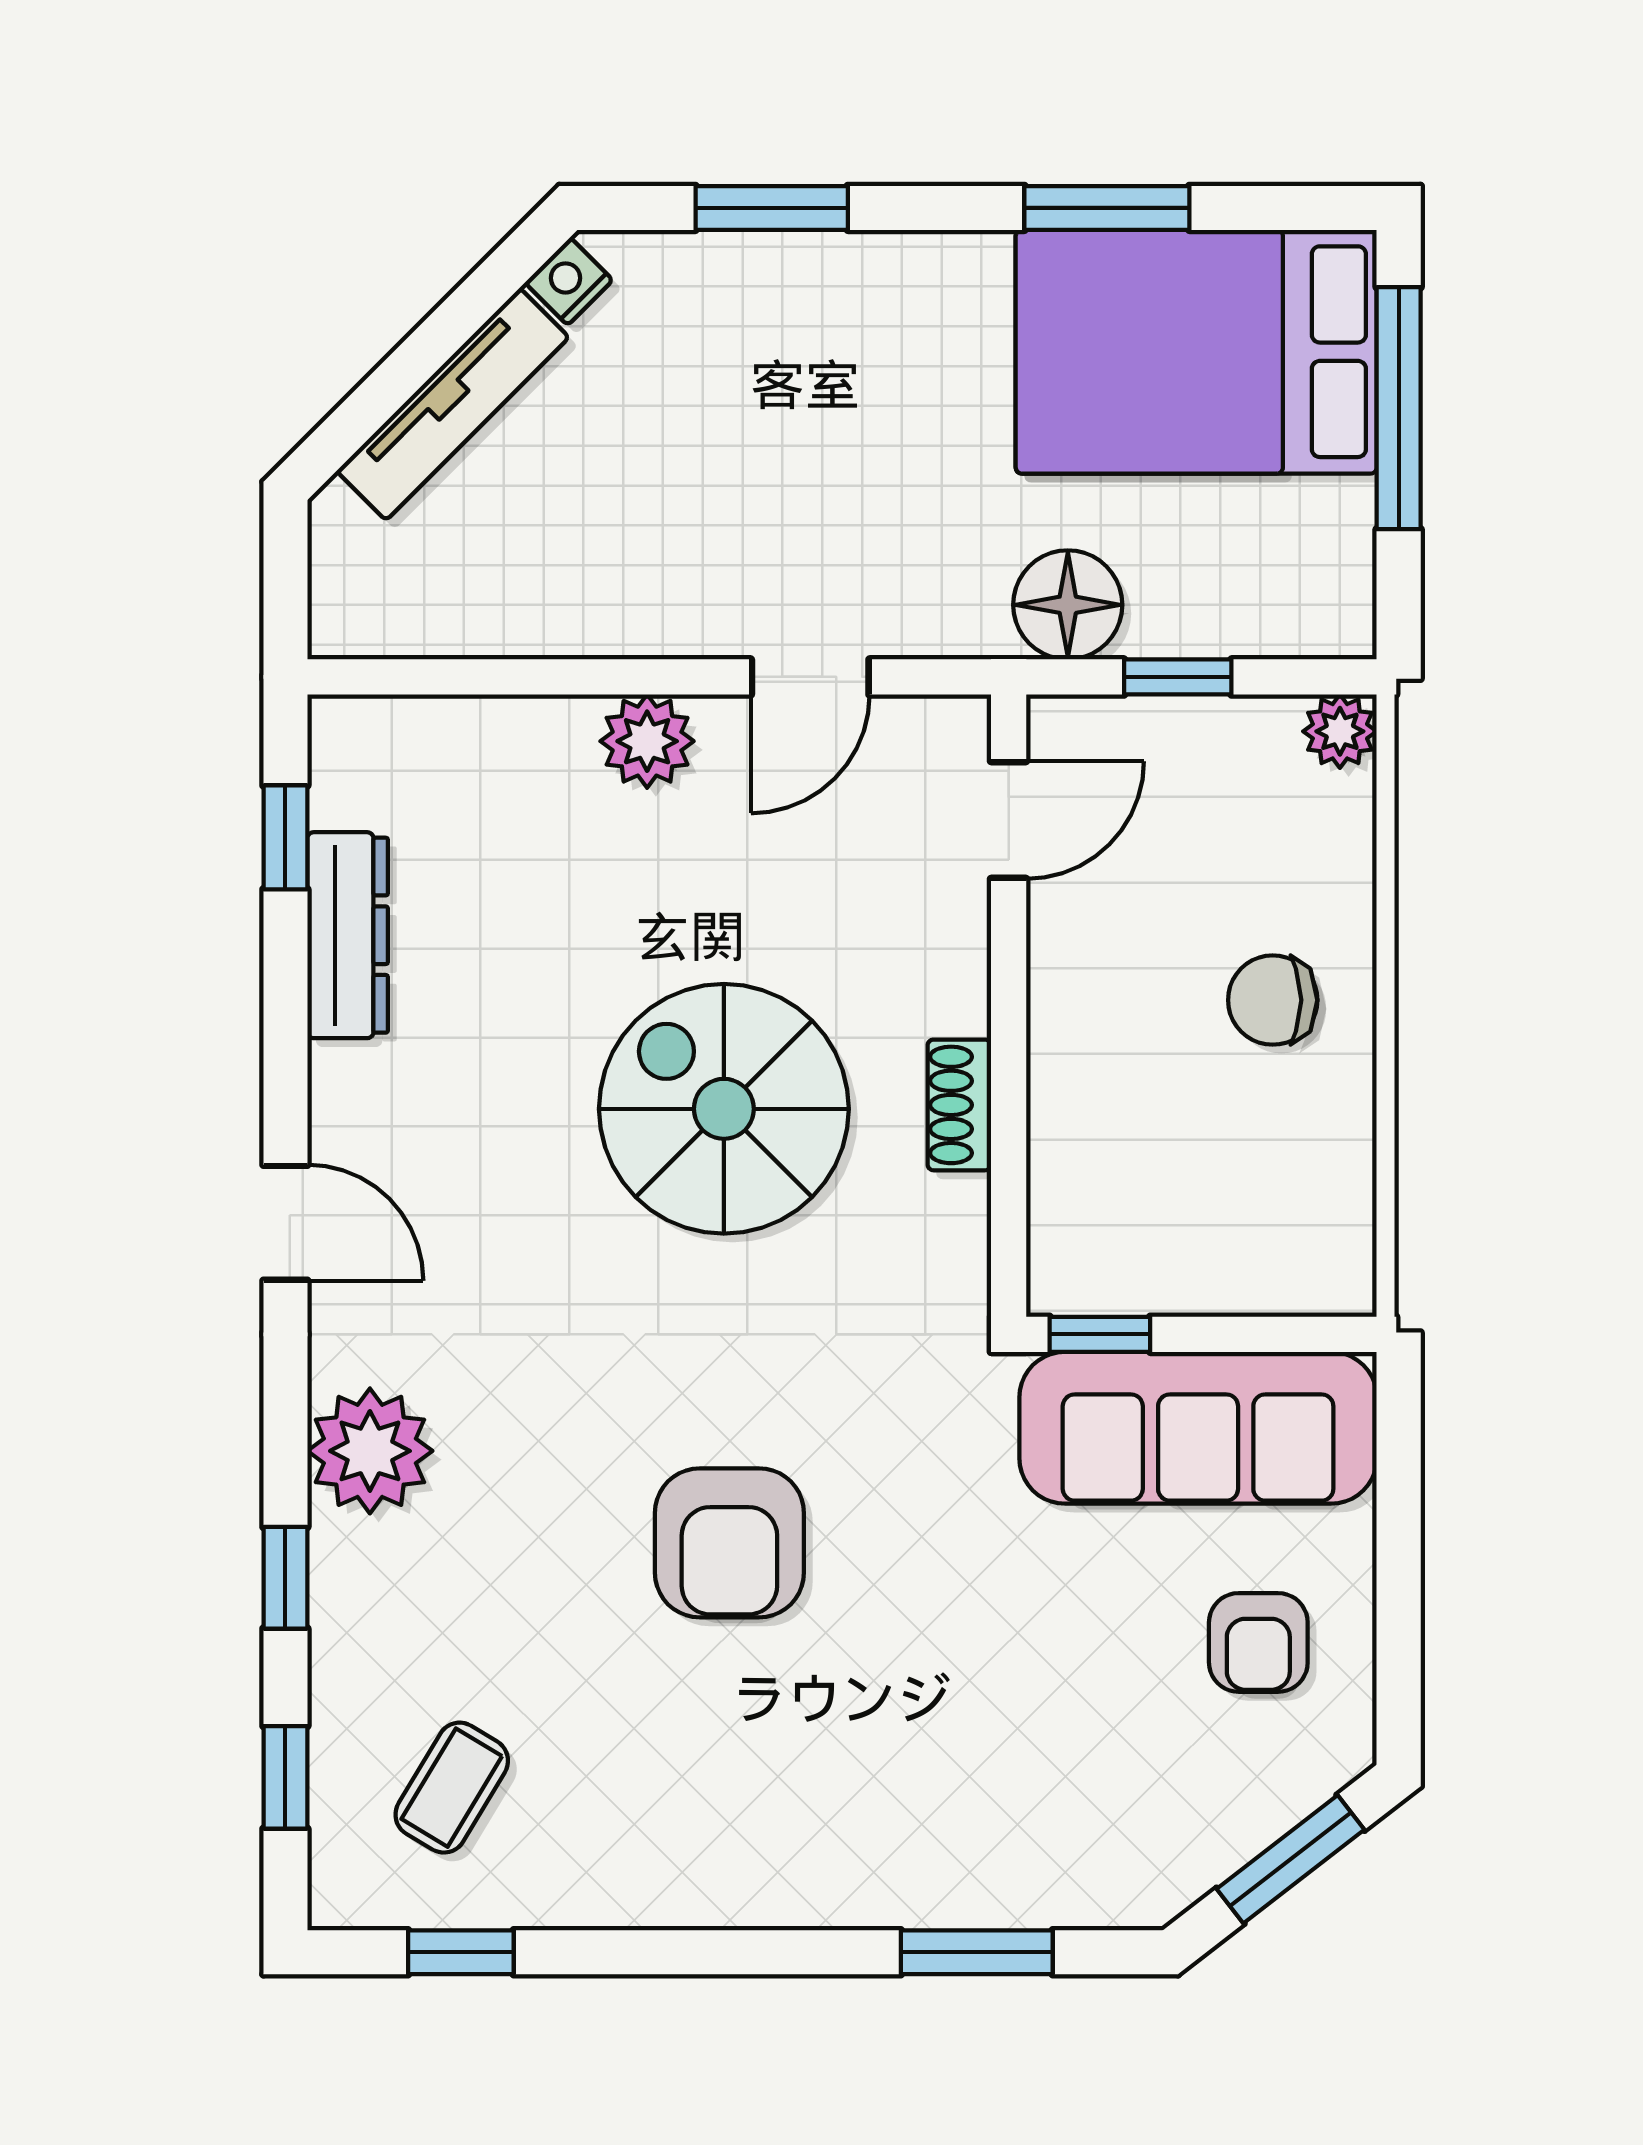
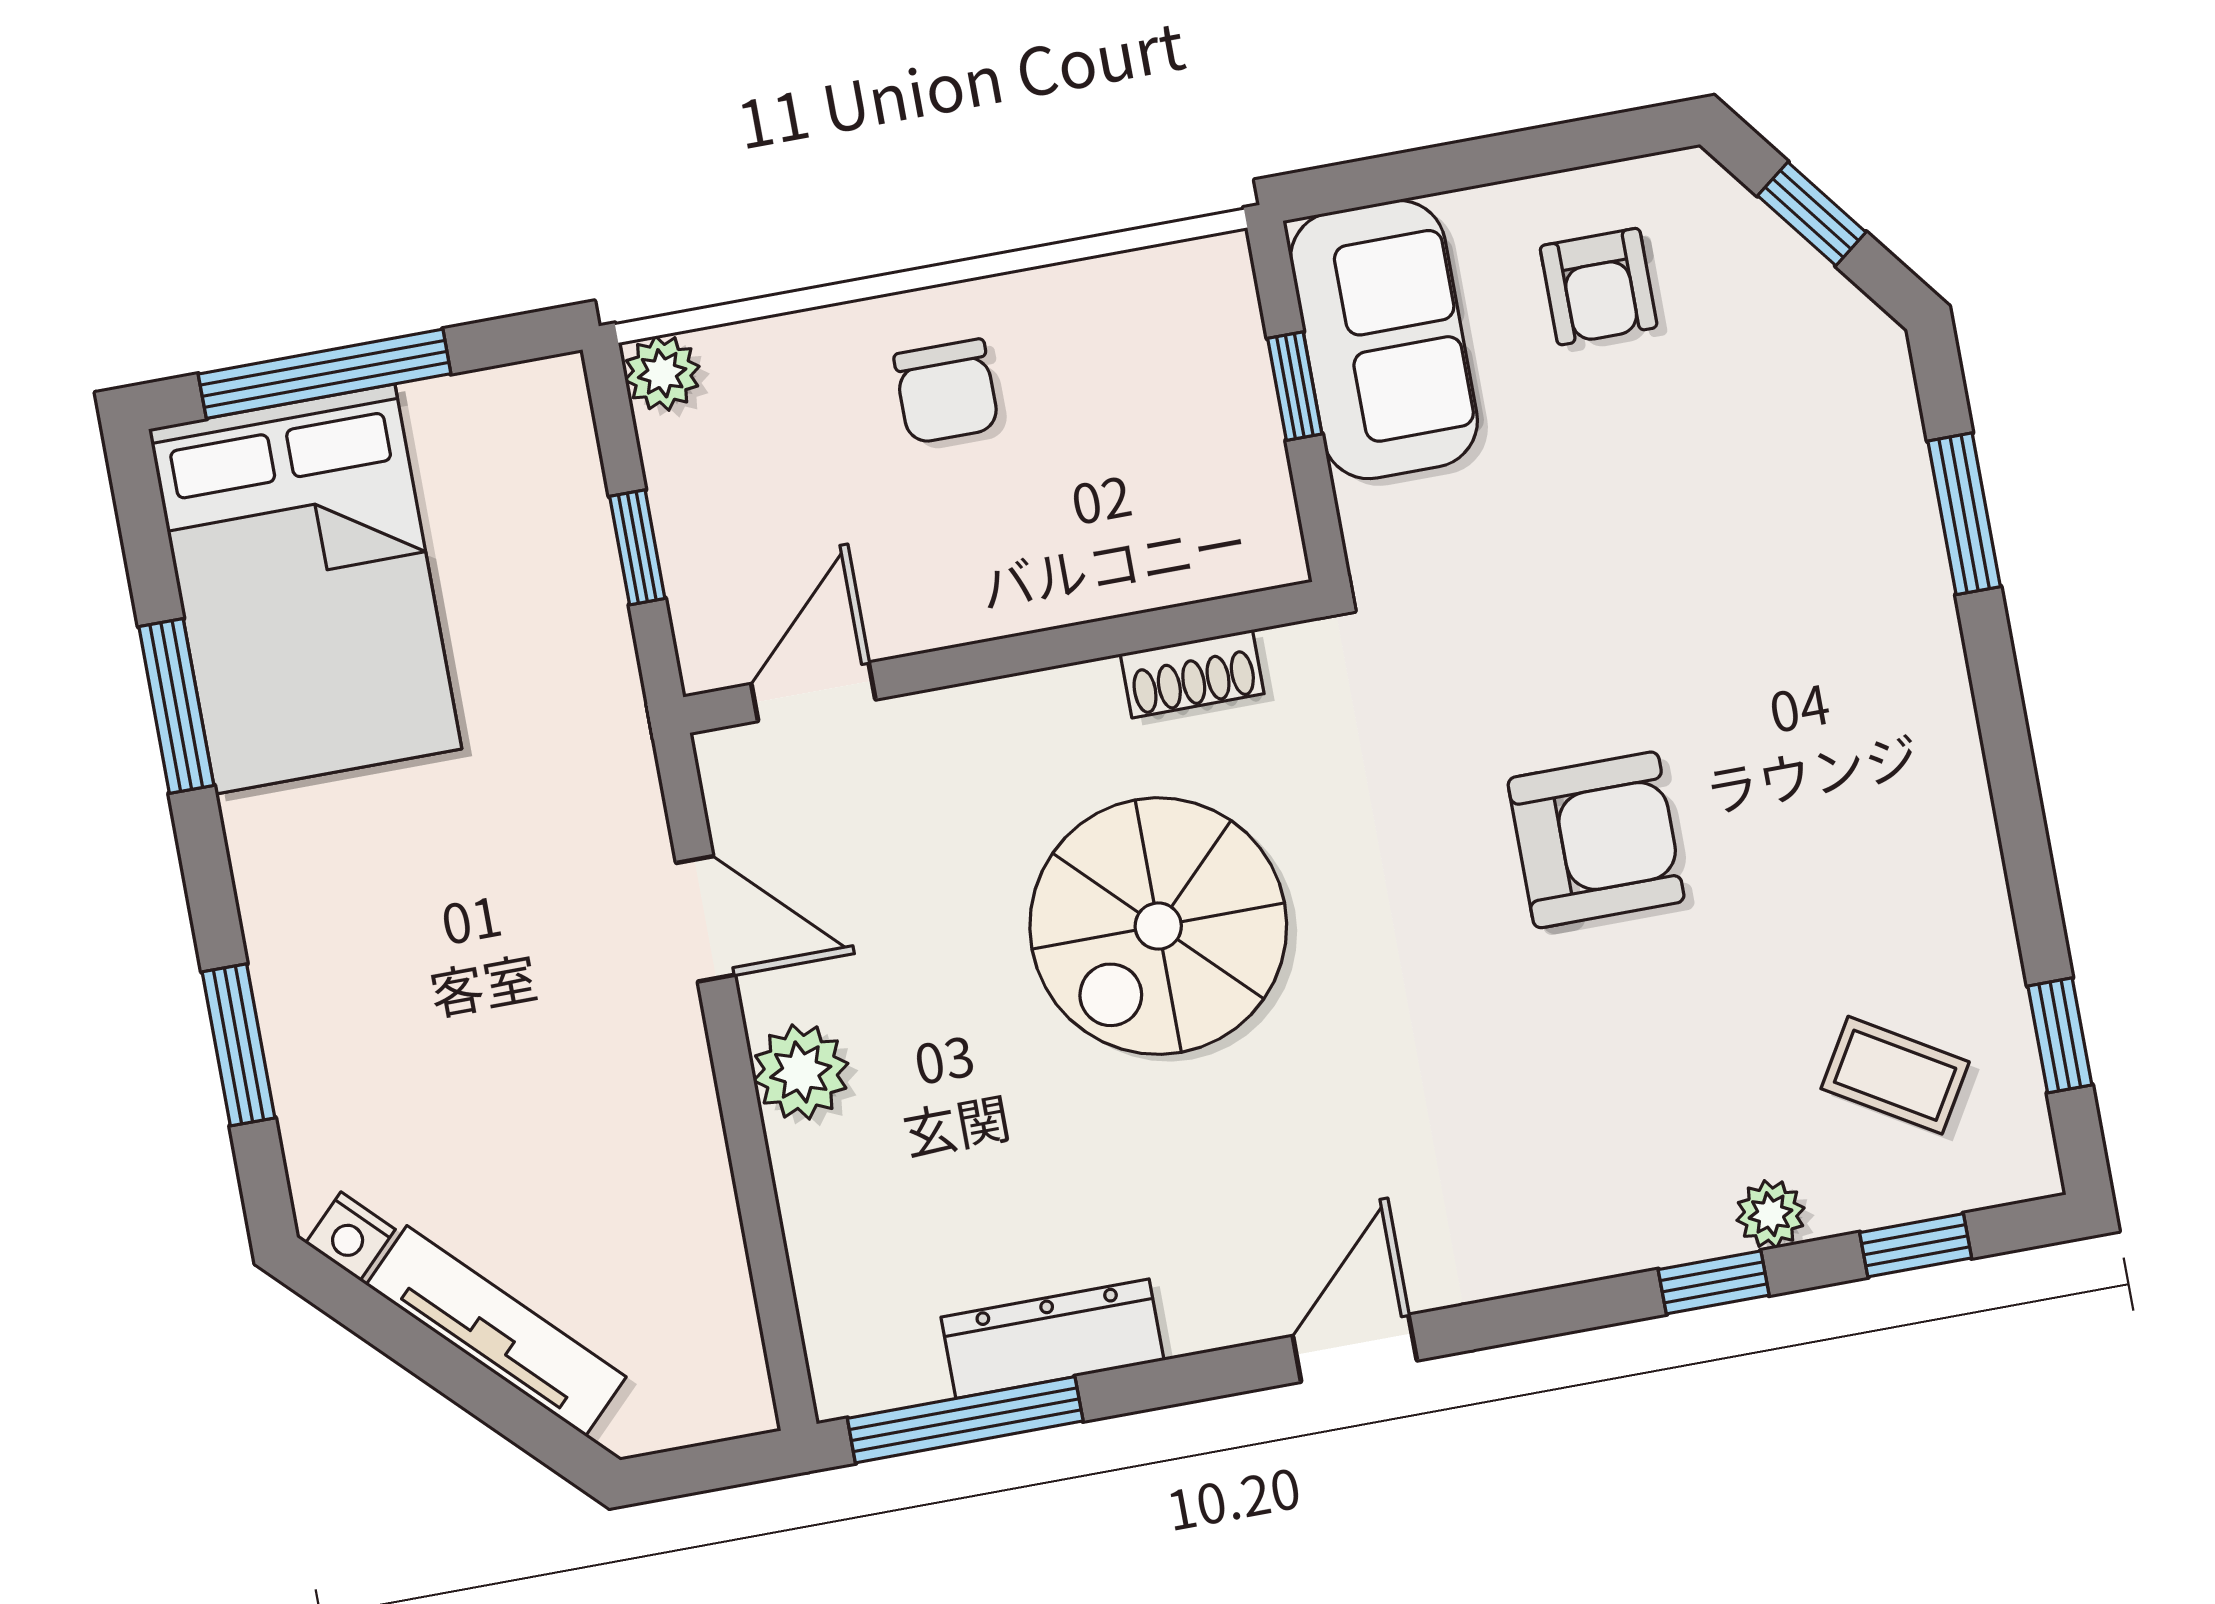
floor lamp: (1068, 605) -> (585, 672), removed
door: (1009, 820) -> (813, 692), hinge flipped
window: (285, 837) -> (965, 1420), width x2.17
shoe rack: (959, 1105) -> (1192, 674), moved
window: (1100, 1334) -> (1295, 386), moved
sofa: (1198, 1428) -> (1384, 340), width x0.73
plant: (370, 1451) -> (1771, 1214), moved, width x0.53, depth x0.53
armchair: (1258, 1642) -> (1599, 287), turned 90
window: (1290, 1859) -> (1812, 214), width x0.67

